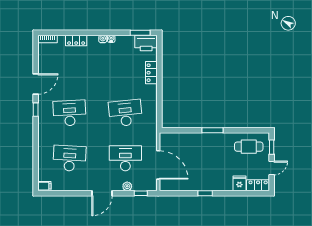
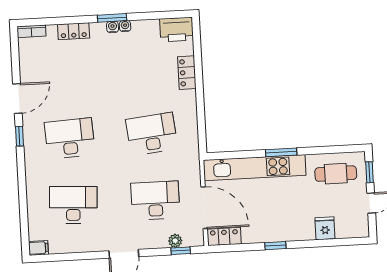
window: (140, 33) -> (112, 18), moved
kitchen unit: (194, 140) -> (255, 168), added
locker: (258, 185) -> (224, 237), moved
plant: (127, 186) -> (175, 241), moved

